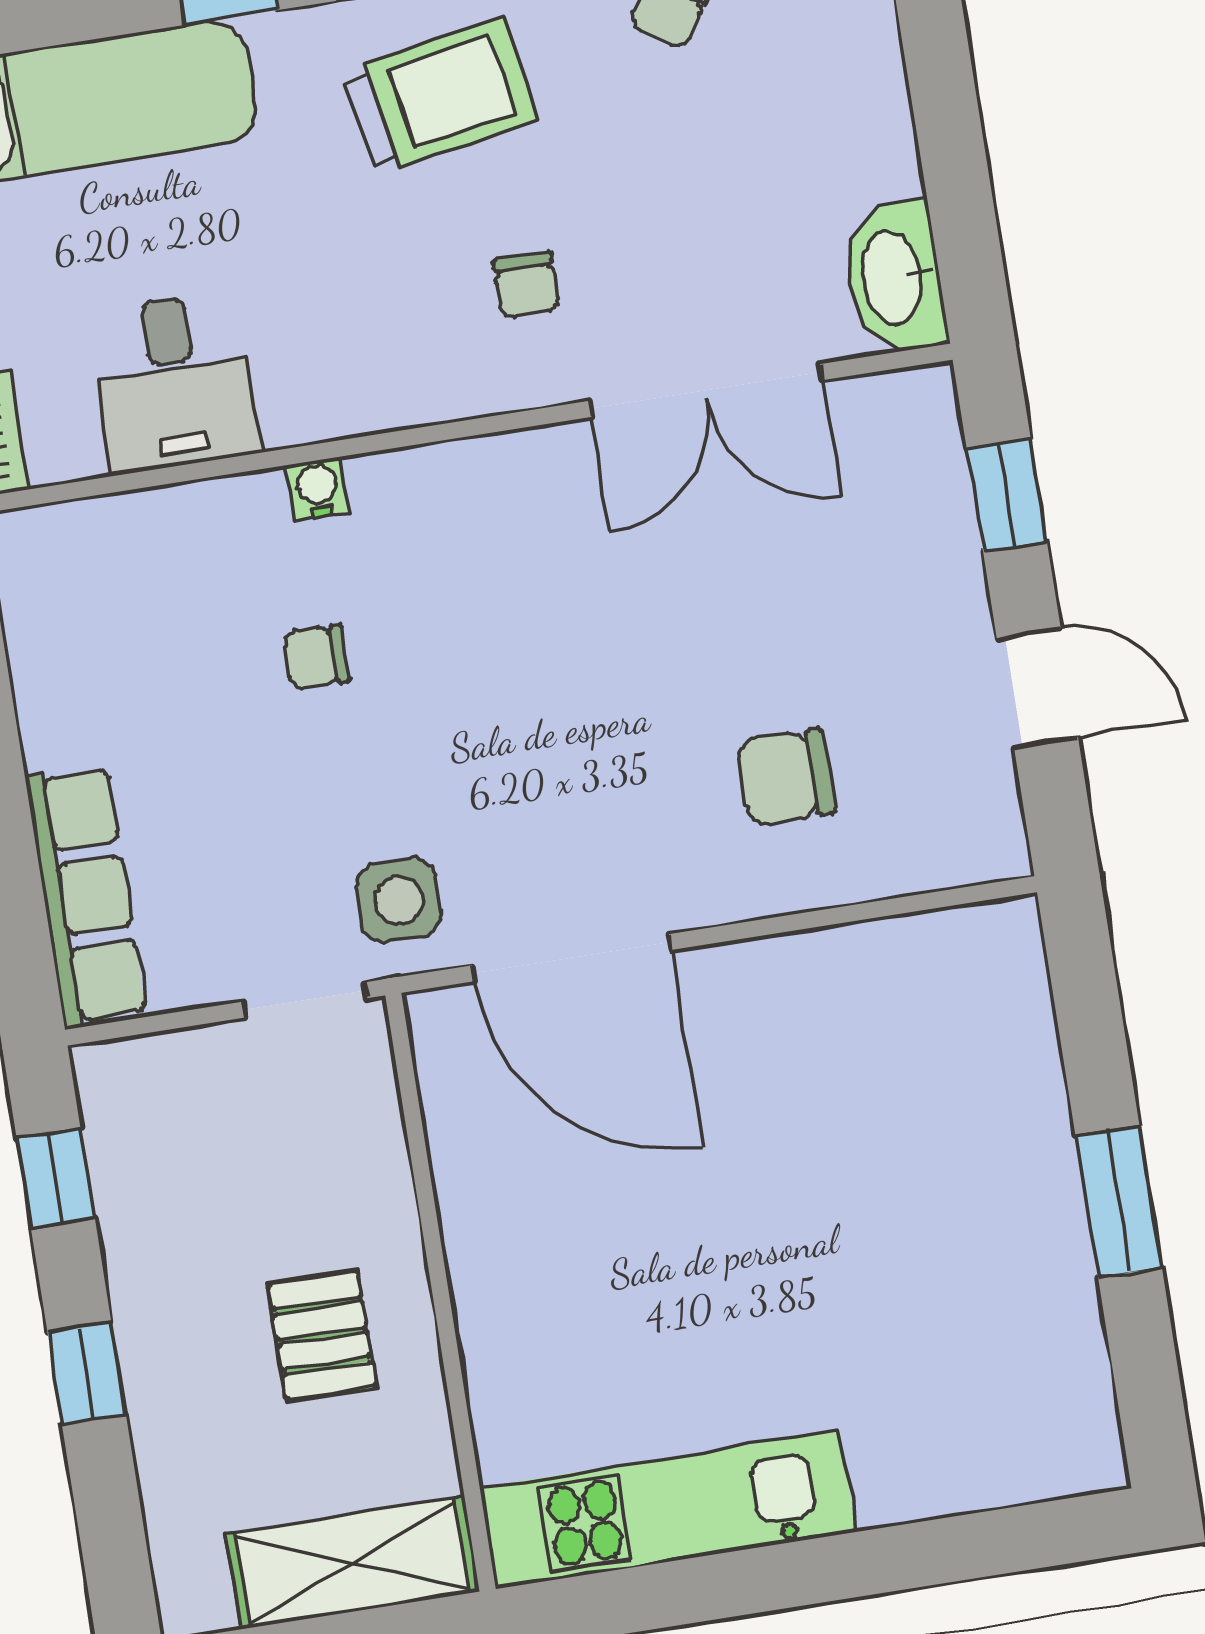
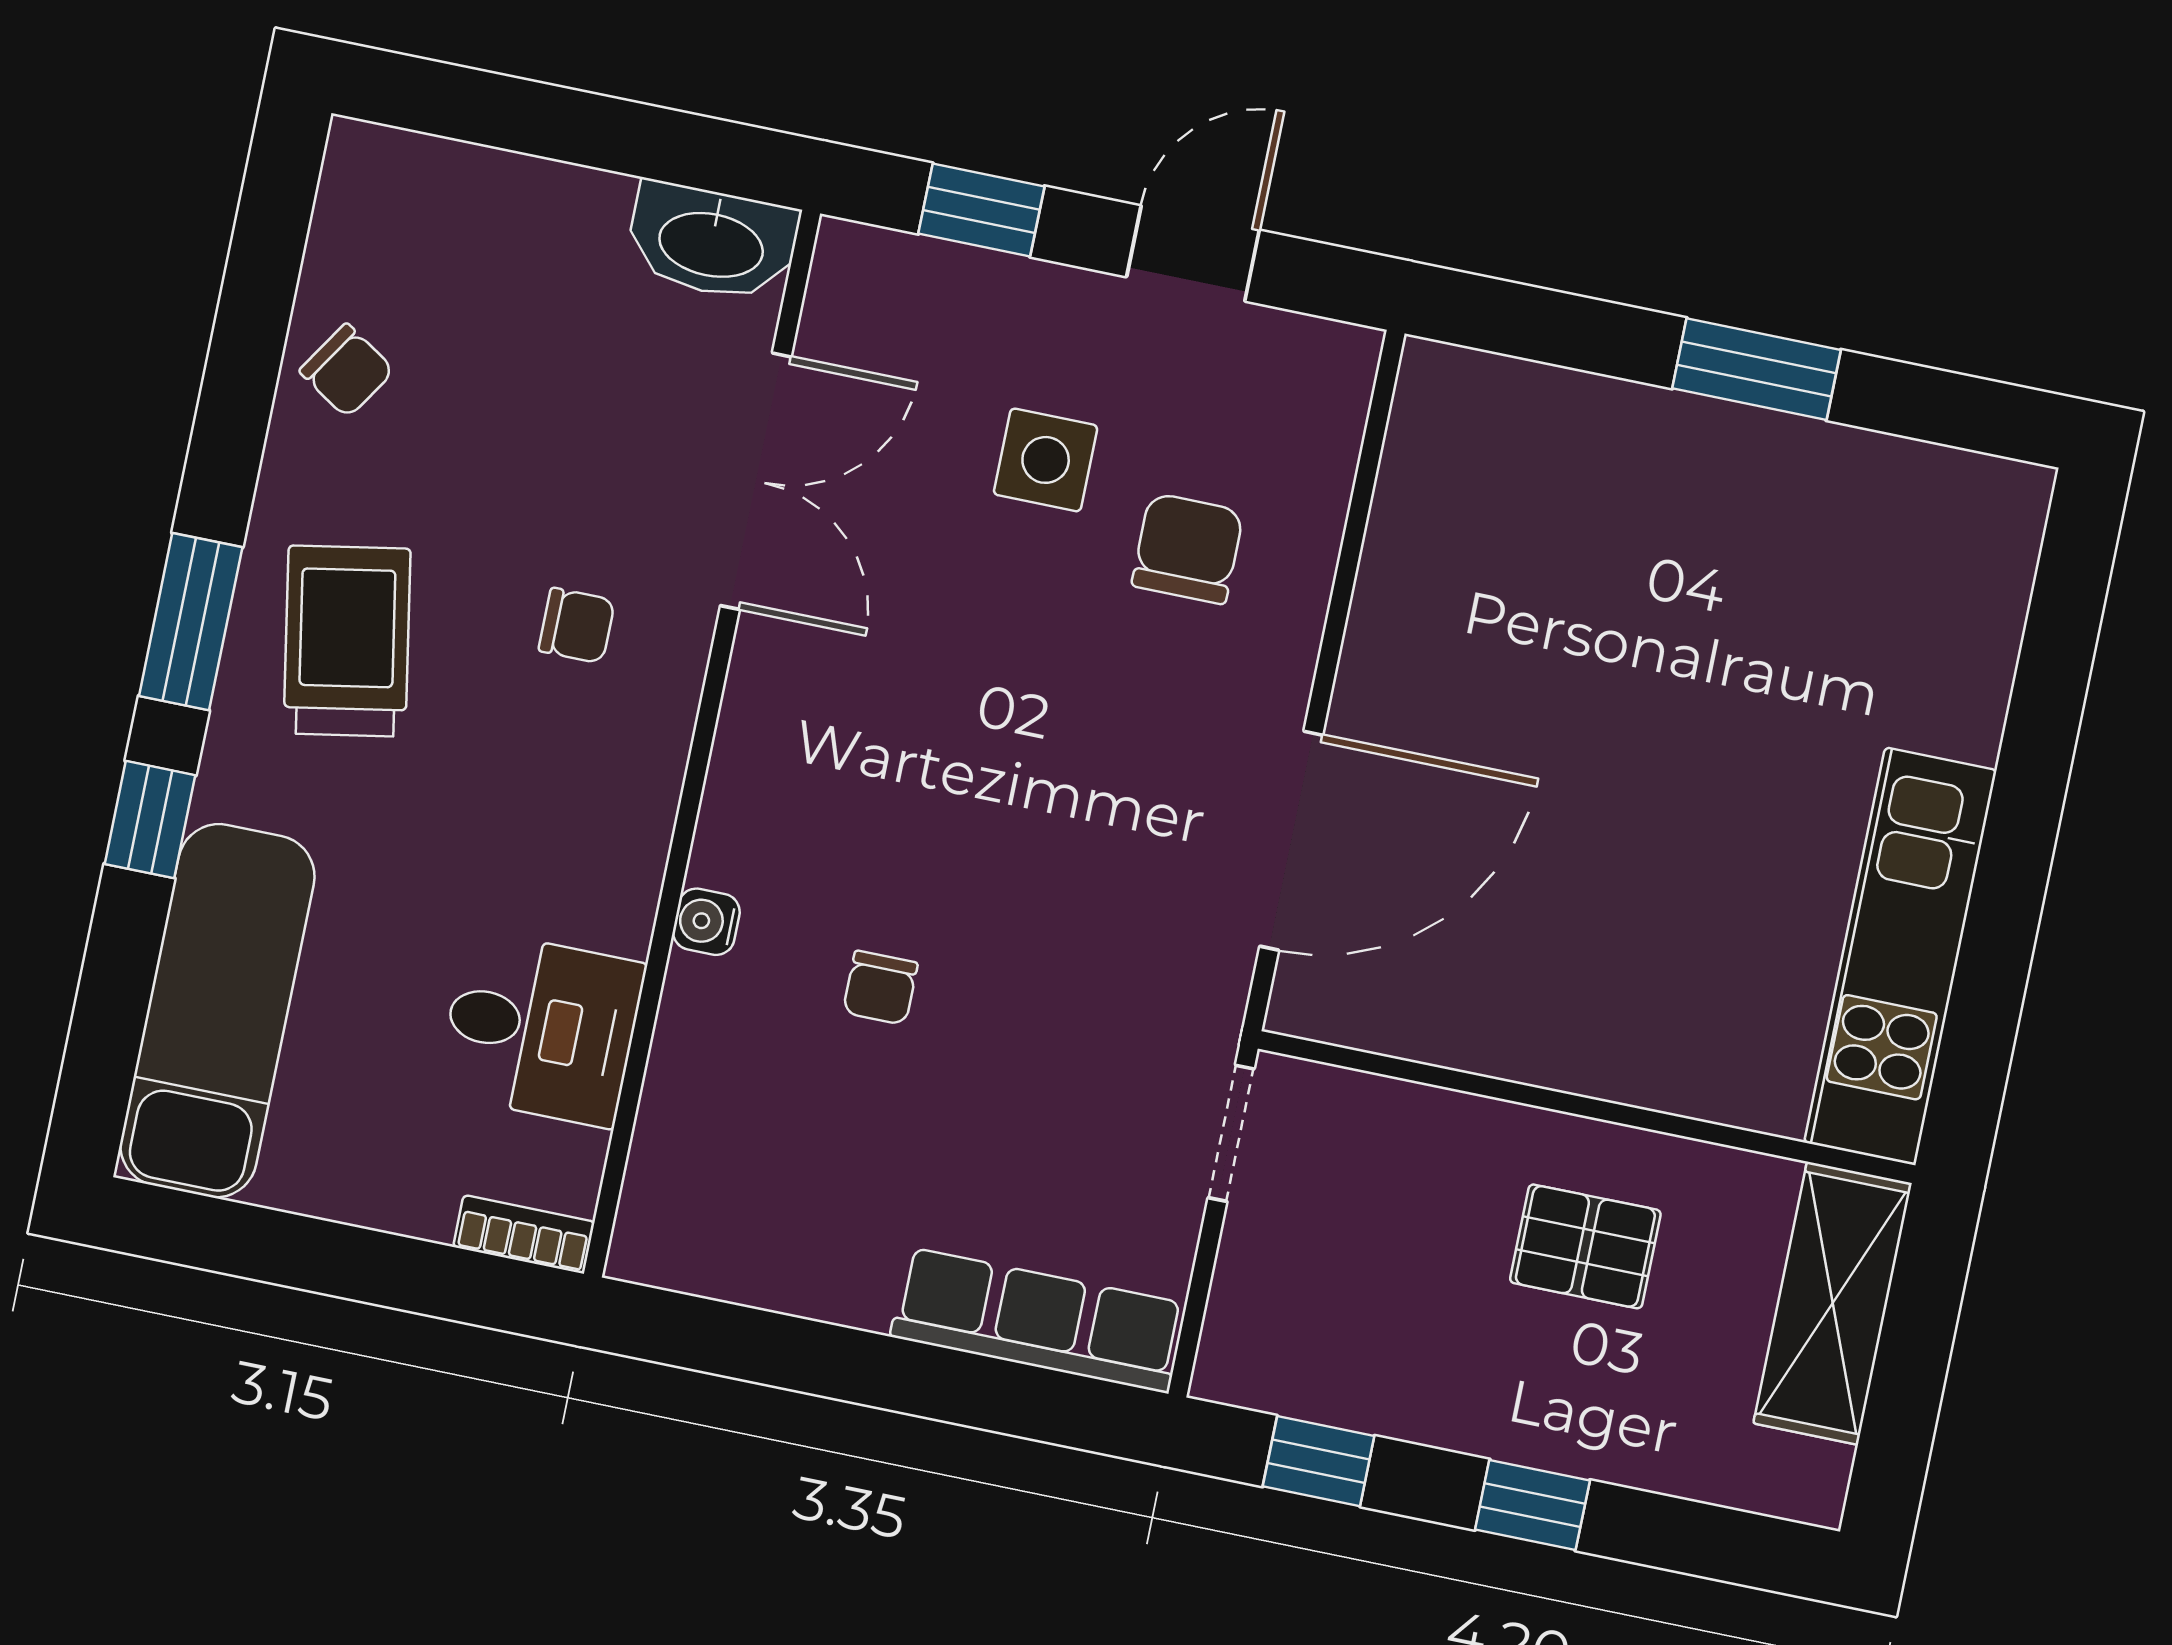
chair: (786, 777) -> (1188, 549), turned 180
side table: (399, 900) -> (1046, 460), moved

